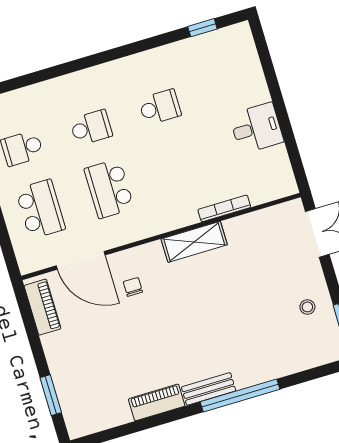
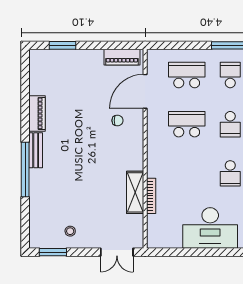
desk: (256, 128) -> (210, 228), width x1.87, depth x1.30
school desk: (40, 209) -> (187, 75), turned 180
shelving: (194, 242) -> (135, 192), moved

